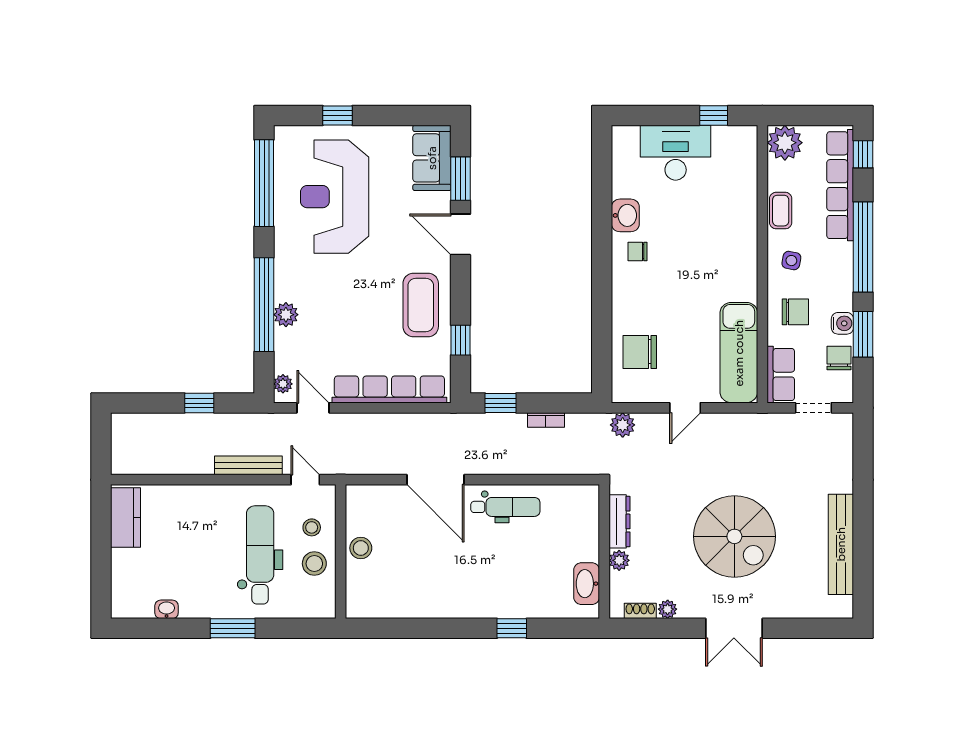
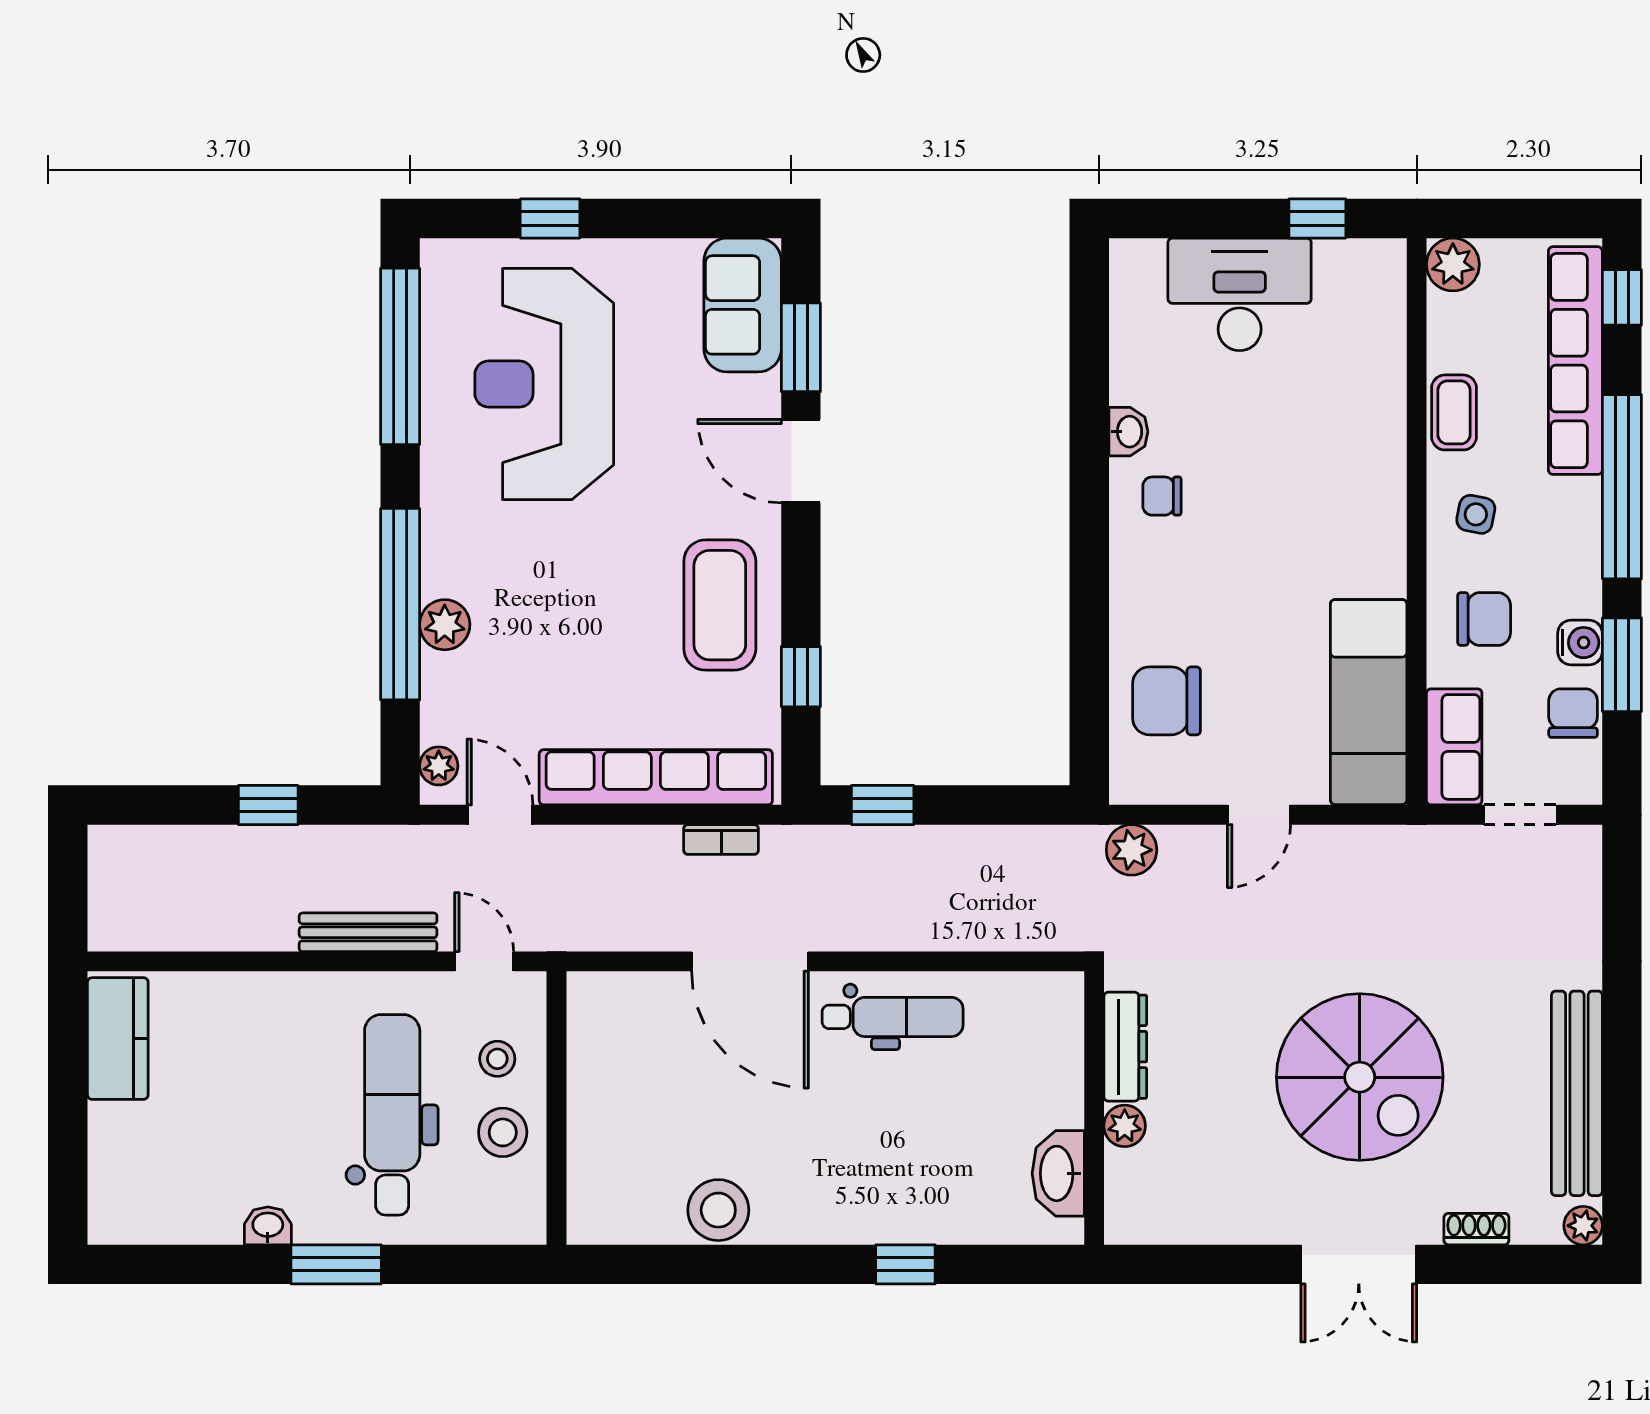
plant: (785, 143) -> (1453, 264), width x0.73, depth x0.73
washbasin: (625, 215) -> (1128, 432), width x0.72, depth x0.69
bookcase: (546, 420) -> (721, 840), moved
stool: (361, 548) -> (718, 1210), moved, width x1.38, depth x1.38
washbasin: (167, 609) -> (268, 1226), moved
plant: (668, 609) -> (1583, 1226), moved
shoe rack: (640, 611) -> (1476, 1229), moved

